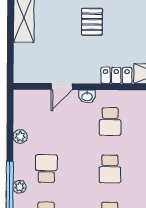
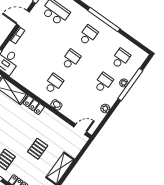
pallet: (92, 22) -> (38, 149), moved
door: (62, 87) -> (80, 129), moved
school desk: (46, 169) -> (103, 83), turned 180

